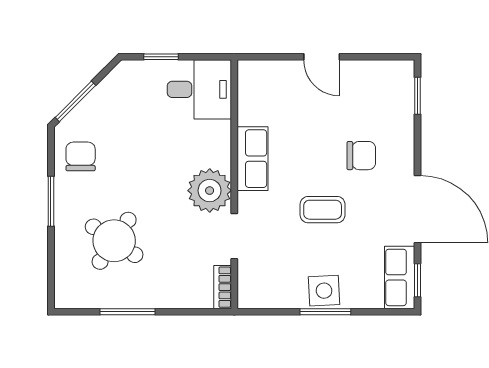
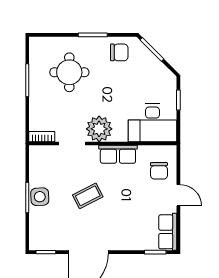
door: (322, 57) -> (178, 195), swing flipped
desk: (199, 89) -> (152, 123), width x1.37
chair: (361, 156) -> (159, 171), moved
coffee table: (323, 210) -> (88, 196), turned 63
round table: (114, 241) -> (69, 72), turned -34
row of seats: (400, 277) -> (168, 232), moved, turned -90

